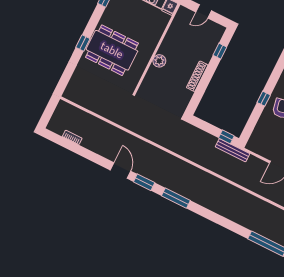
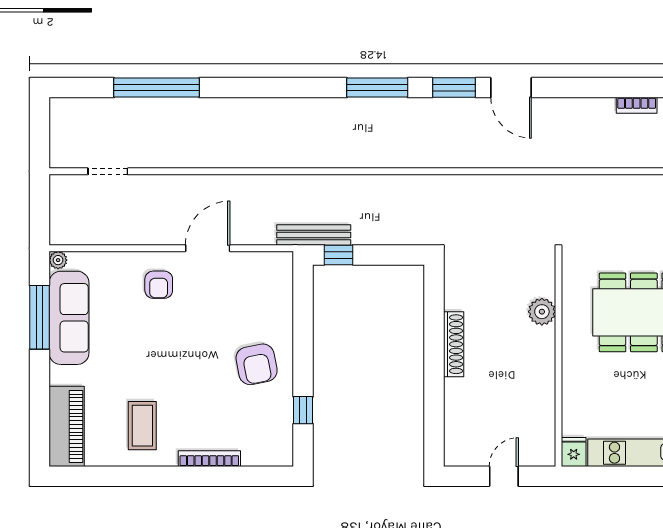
window: (220, 51) -> (434, 415), removed
plant: (159, 61) -> (542, 312), moved
window: (264, 99) -> (303, 410), moved

